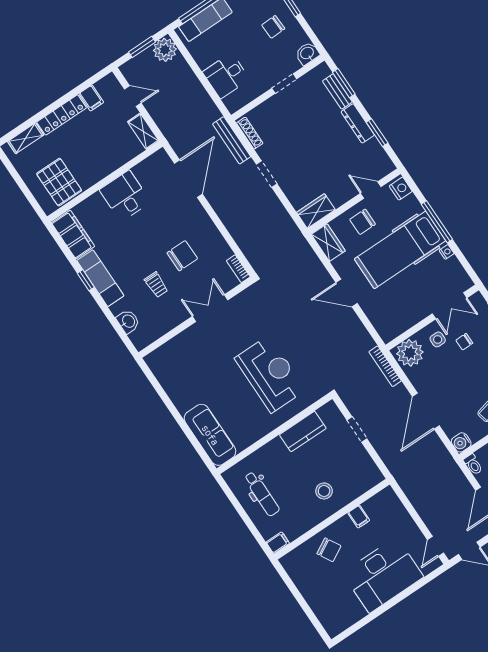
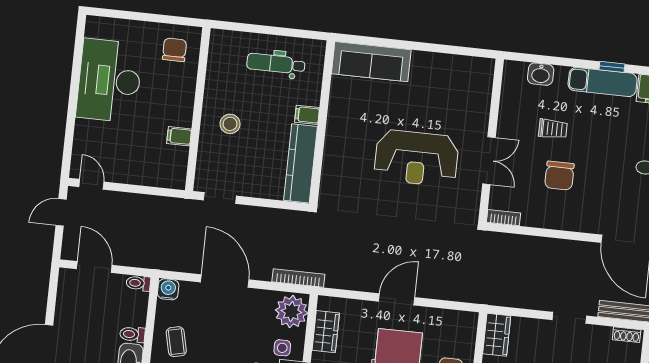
shoe rack: (250, 133) -> (627, 335), width x0.70
wardrobe: (328, 243) -> (326, 332), moved, turned -90
trolley: (156, 285) -> (553, 129), turned 180
reception desk: (270, 374) -> (416, 158), moved
doorway: (357, 429) -> (220, 198), moved
kitchen counter: (303, 431) -> (301, 163), width x1.50
filing cabinet: (278, 543) -> (307, 115), moved, turned 90
chair: (329, 550) -> (174, 50), moved, turned 119
desk: (383, 575) -> (109, 81), moved

